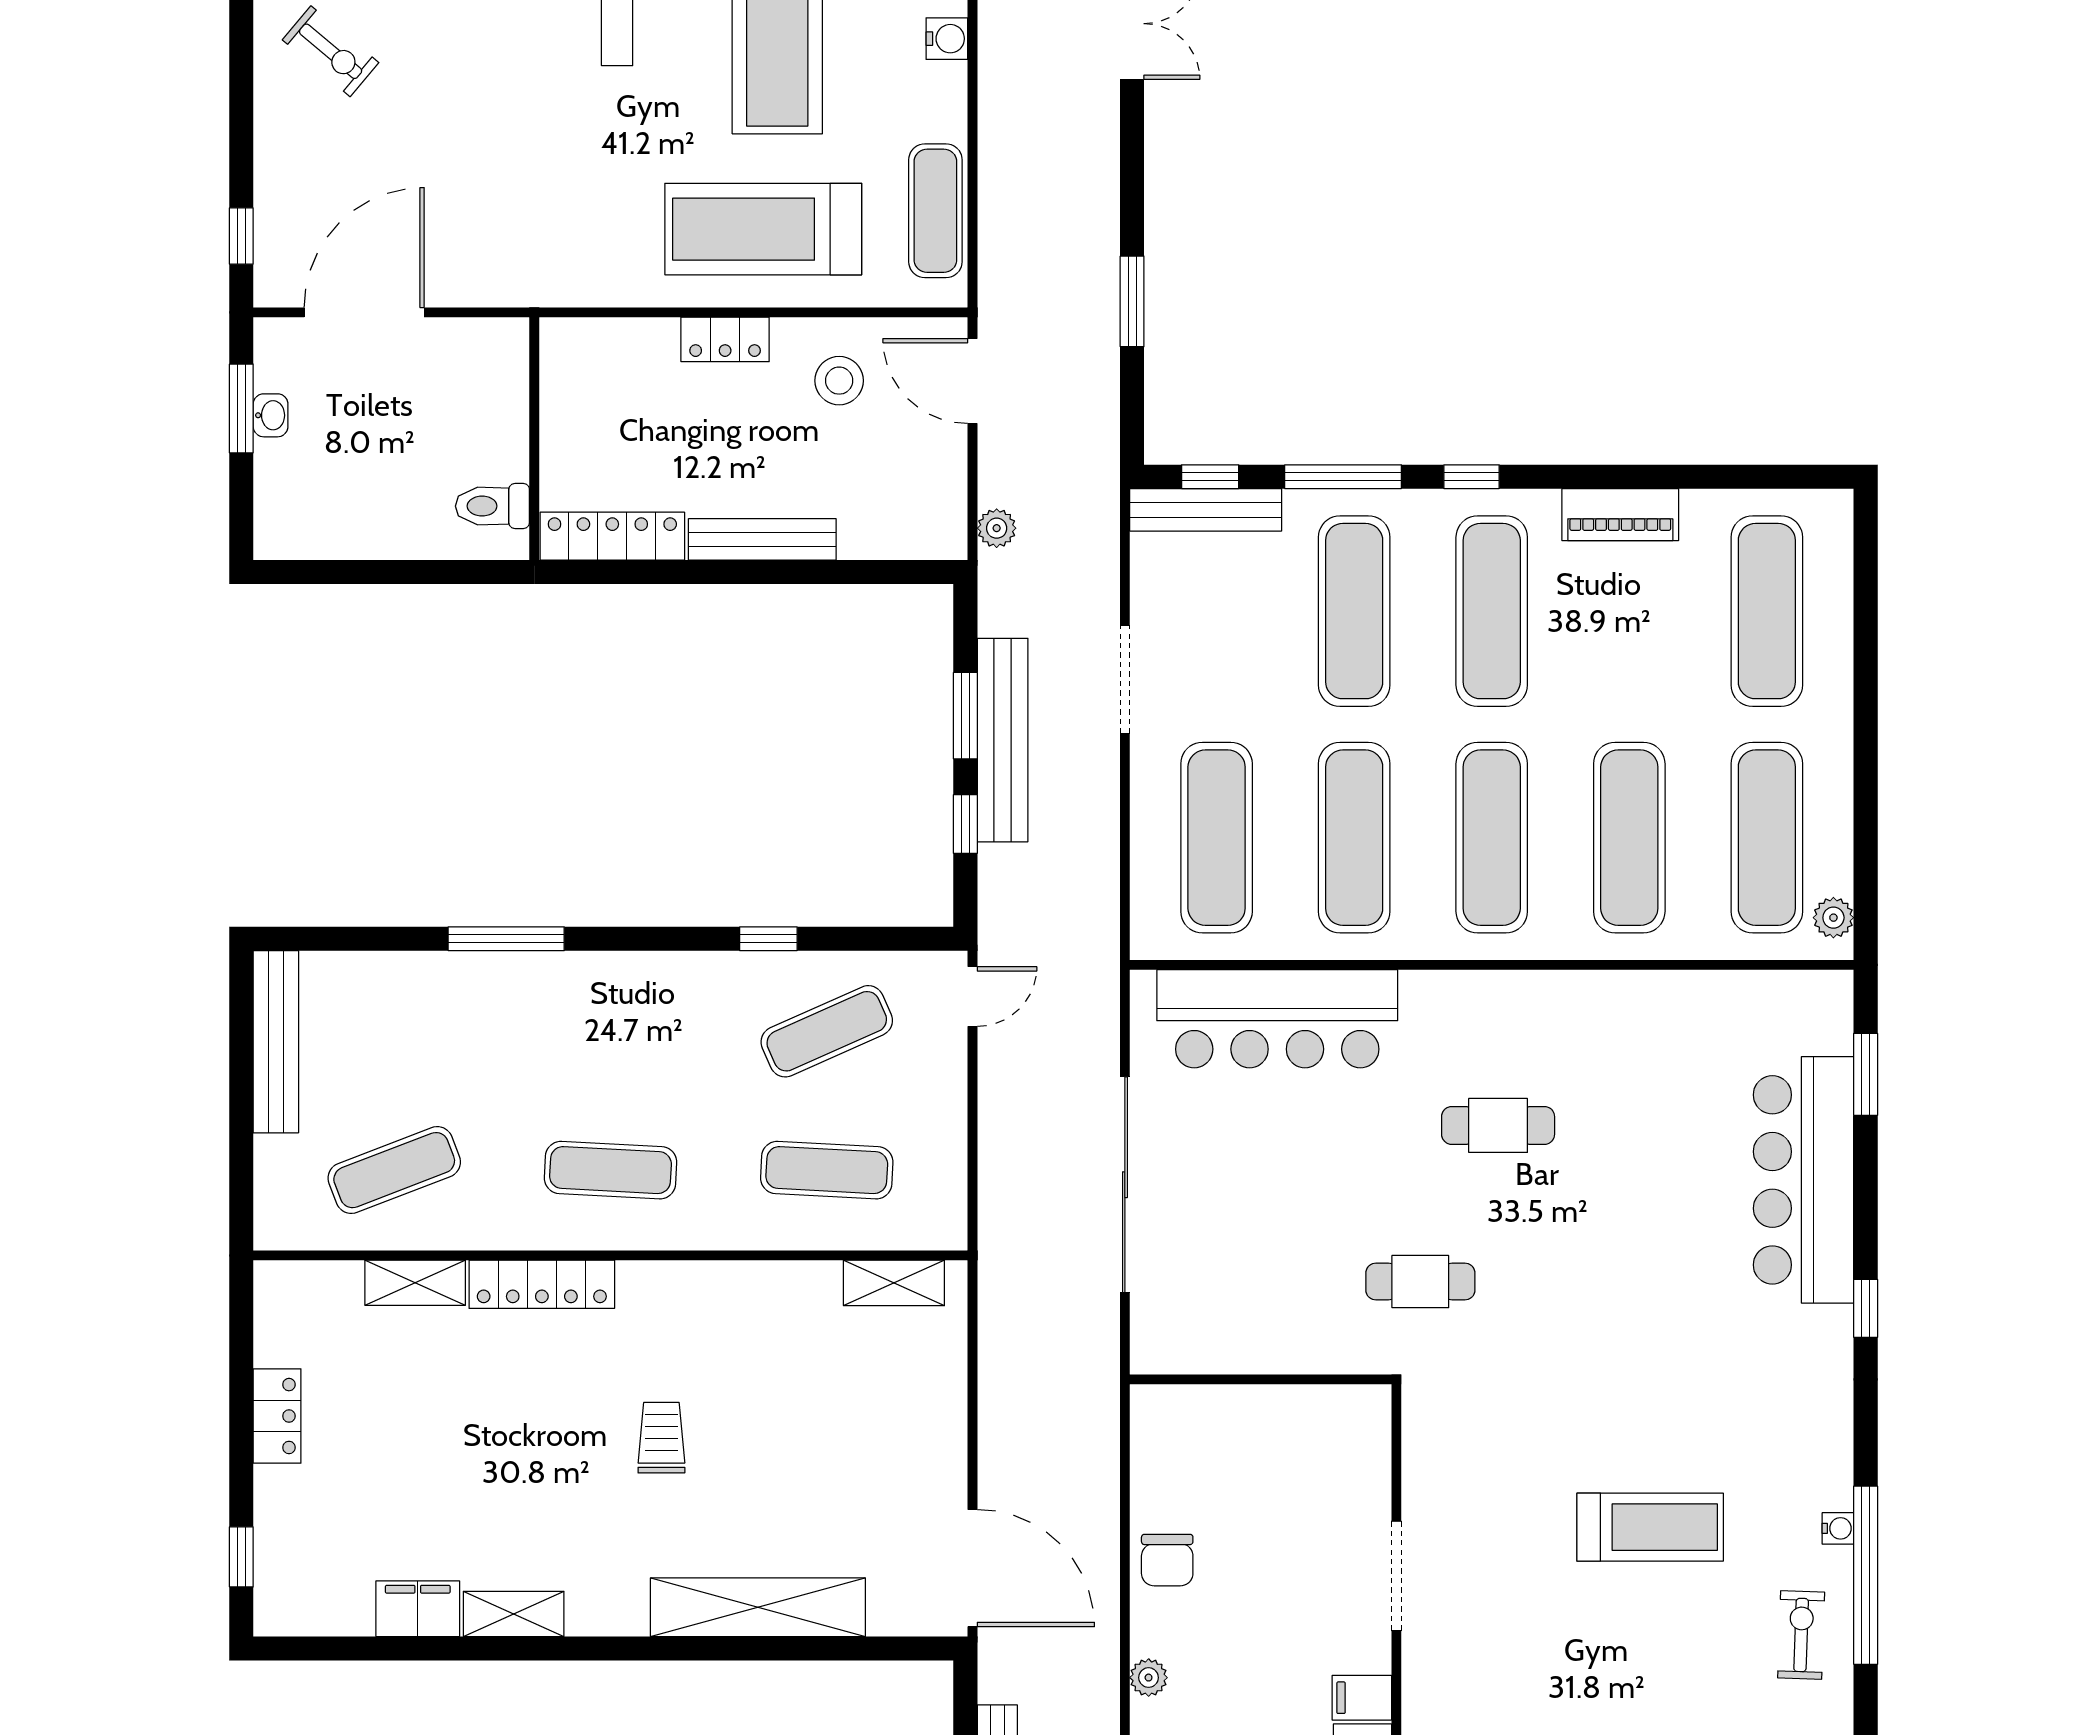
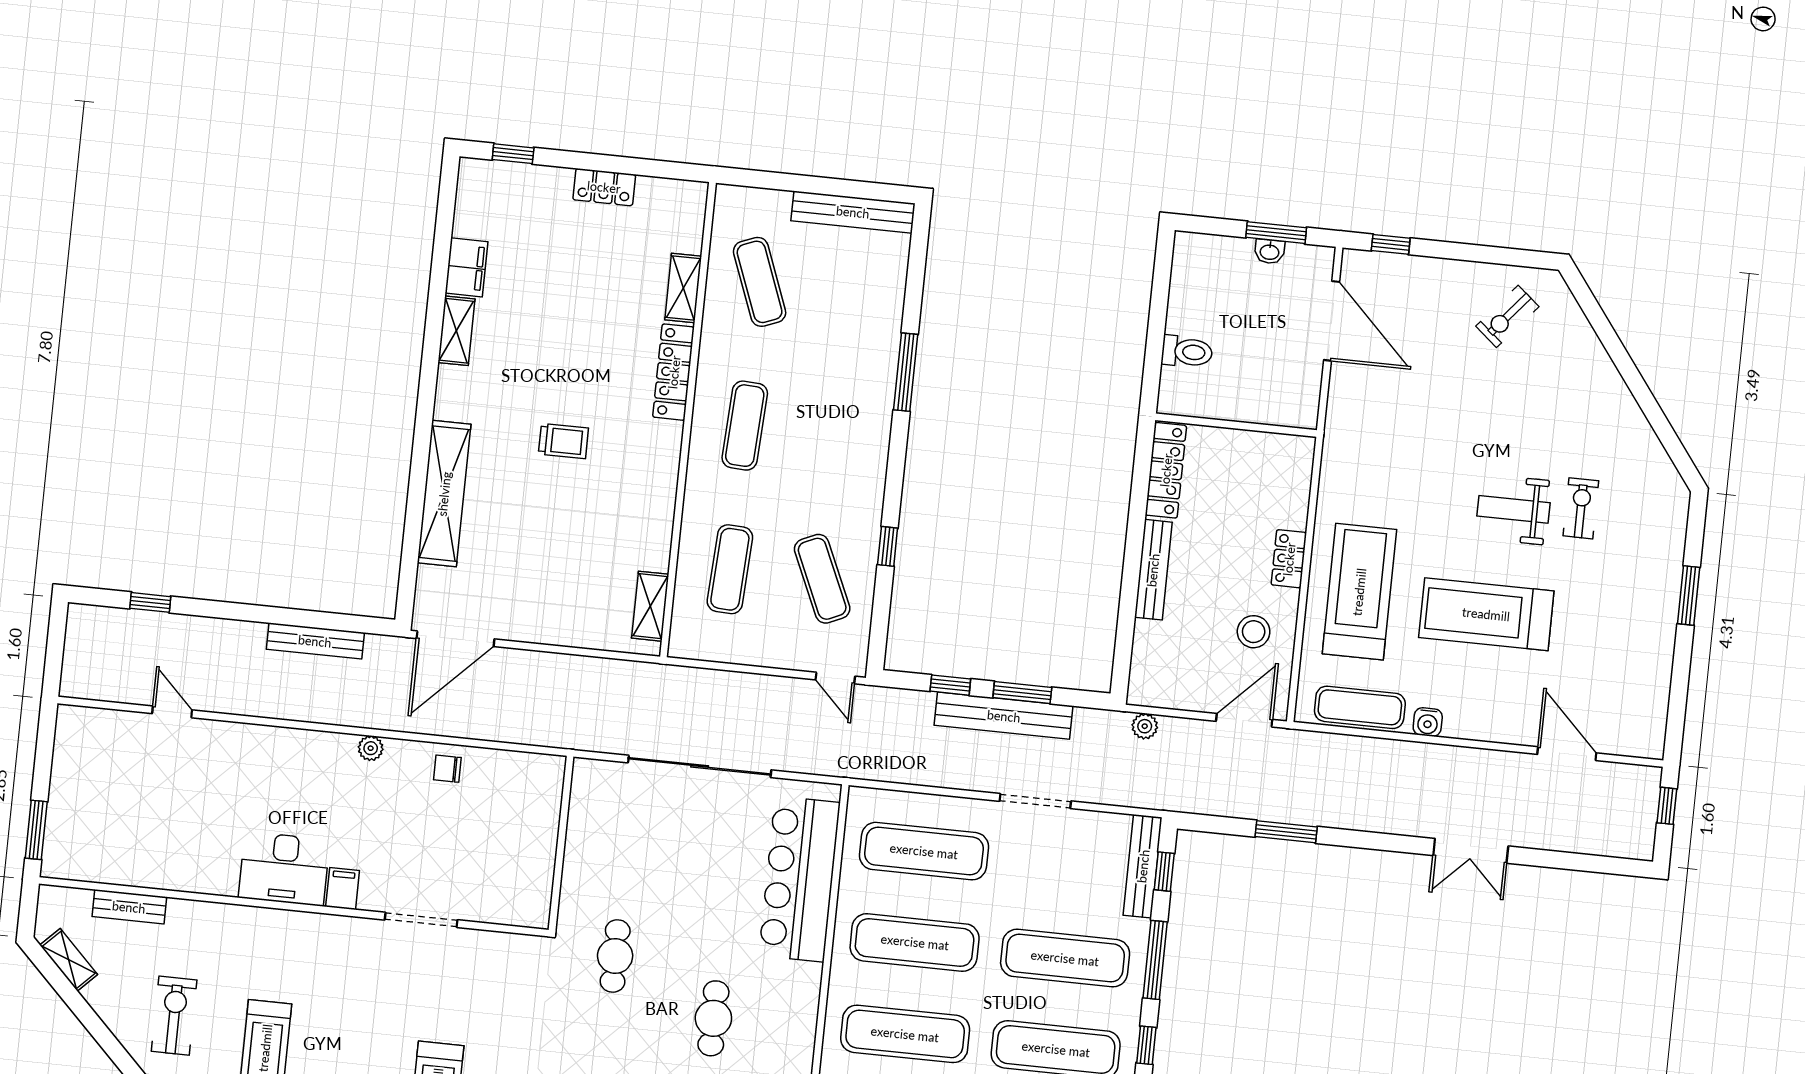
water cooler: (947, 39) -> (1428, 722), moved
toilet: (492, 506) -> (1187, 352), moved, turned 90
chair: (1167, 1560) -> (447, 769), width x0.73, depth x0.73

